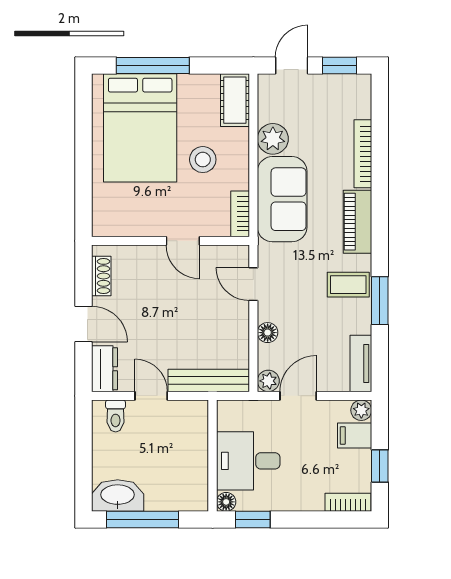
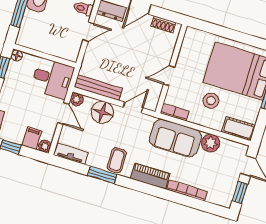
floor lamp: (268, 333) -> (102, 112), width x1.89, depth x1.89
bench: (209, 380) -> (98, 88), moved, turned 90
desk: (248, 461) -> (52, 78), moved, turned 90

